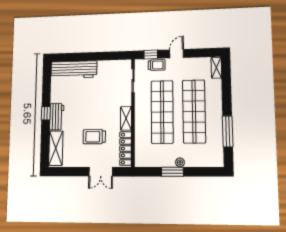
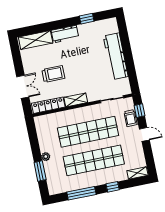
workbench: (74, 70) -> (116, 56), moved
window: (227, 97) -> (113, 187), added
window: (46, 113) -> (87, 19), moved
trolley: (94, 137) -> (53, 74), turned 90
double door: (101, 172) -> (23, 87), swing flipped
window: (172, 172) -> (40, 171), moved

